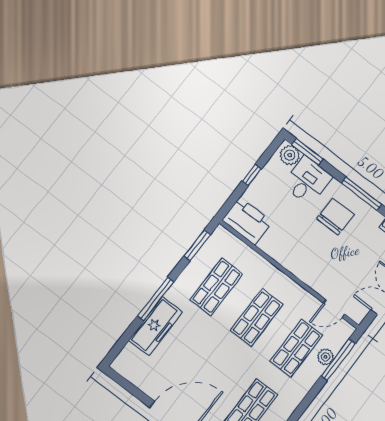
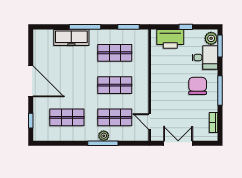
chair: (335, 217) -> (198, 86), turned -90
printer: (247, 221) -> (170, 39), moved, turned 90
plant: (326, 357) -> (104, 136), moved
window: (338, 360) -> (103, 143), moved

